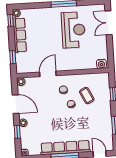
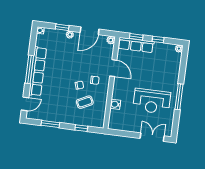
window: (11, 20) -> (158, 40), moved
row of seats: (20, 35) -> (136, 45), moved
water cooler: (101, 64) -> (115, 104), moved

